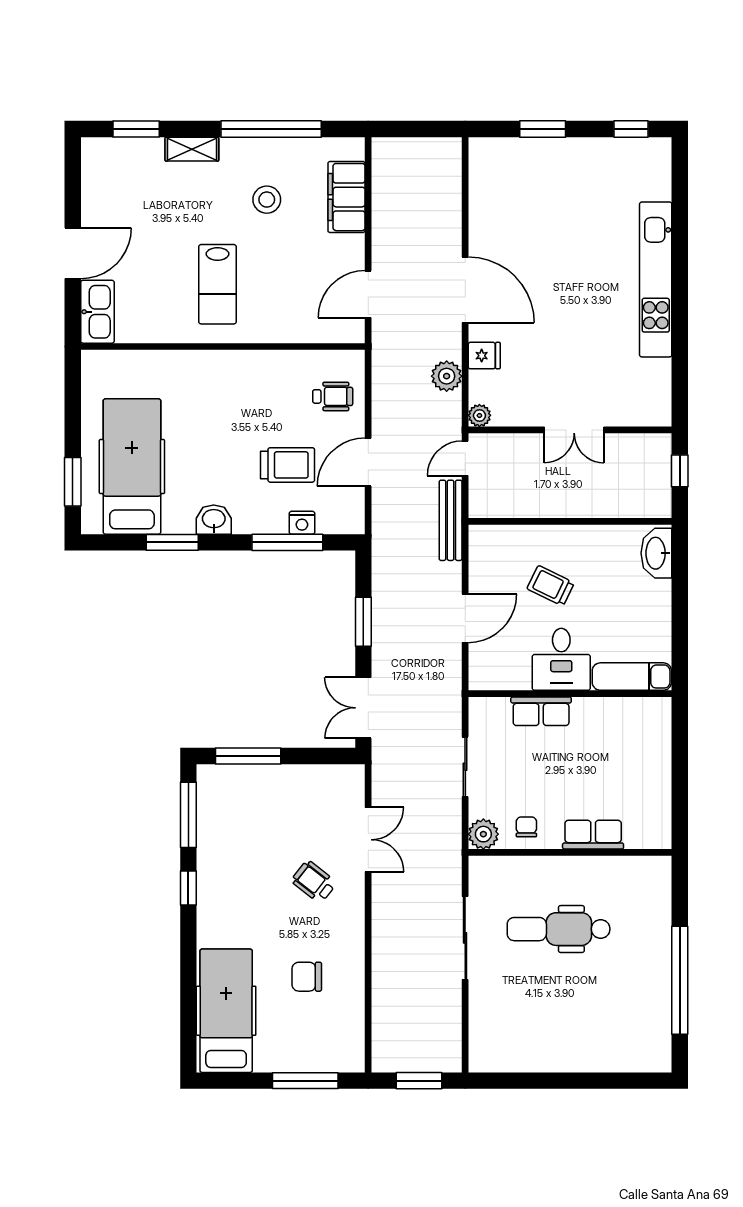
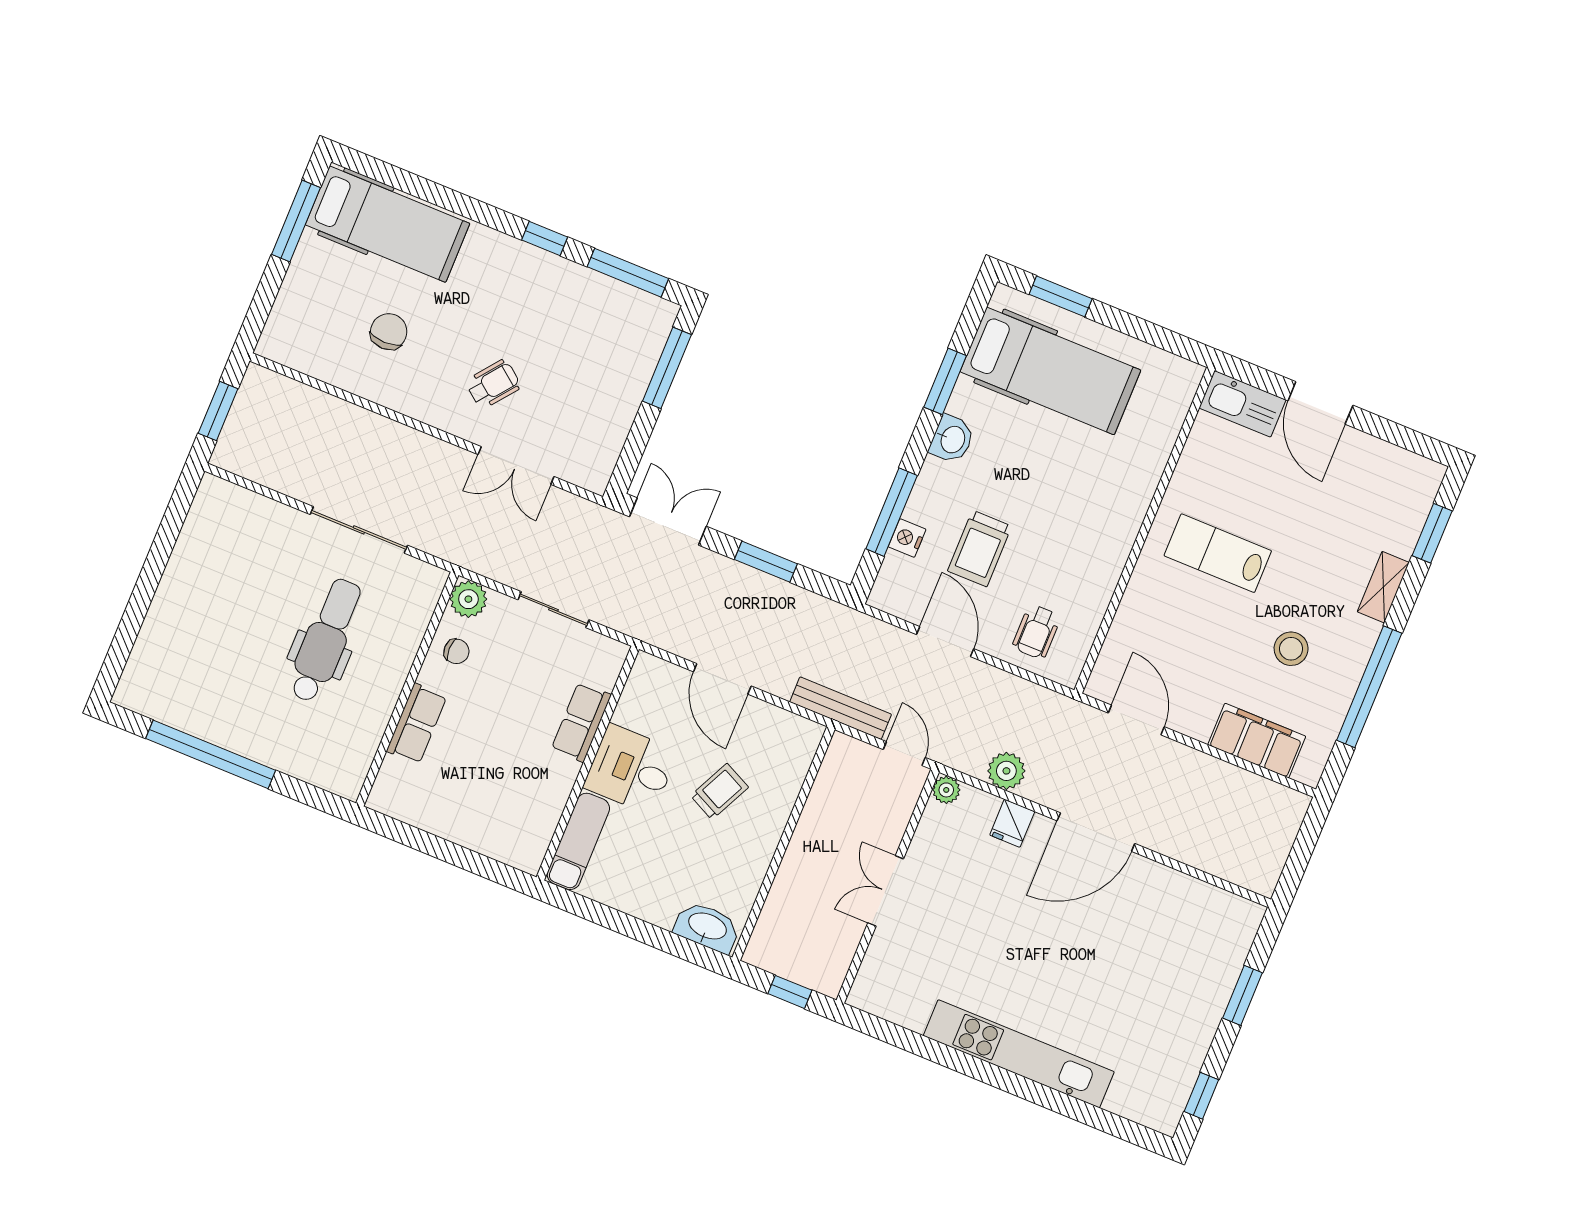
window: (305, 1081) -> (296, 221), moved

